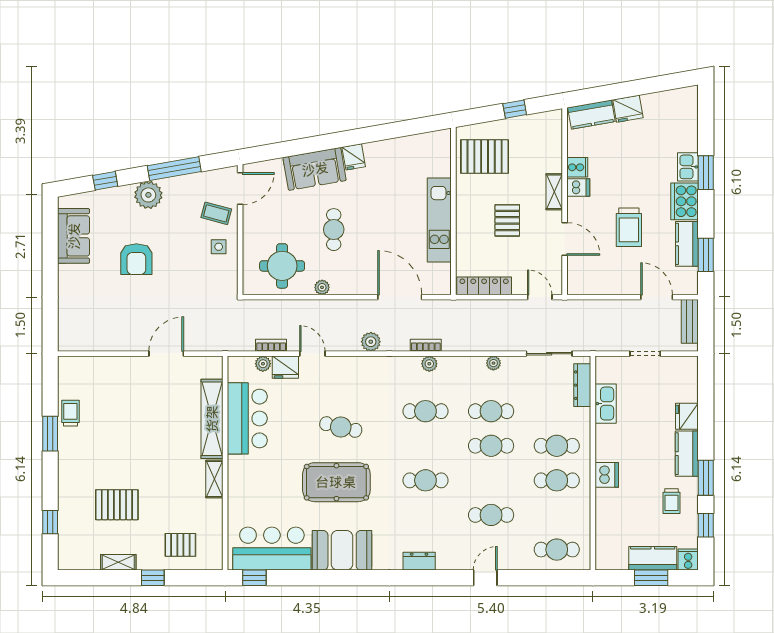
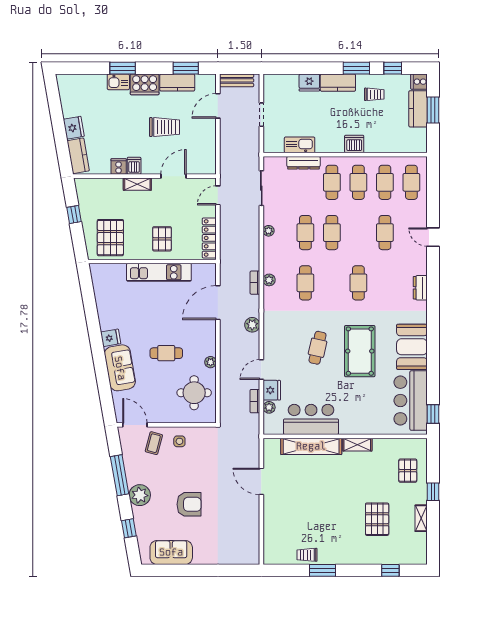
pallet: (507, 220) -> (162, 239), moved, turned 90
dresser: (582, 385) -> (303, 163), moved
cafe table: (557, 515) -> (385, 182), added

